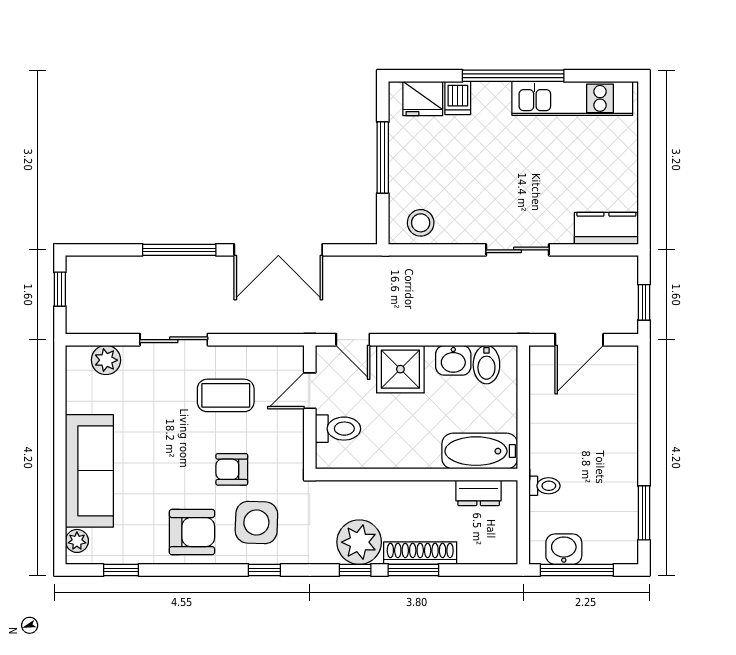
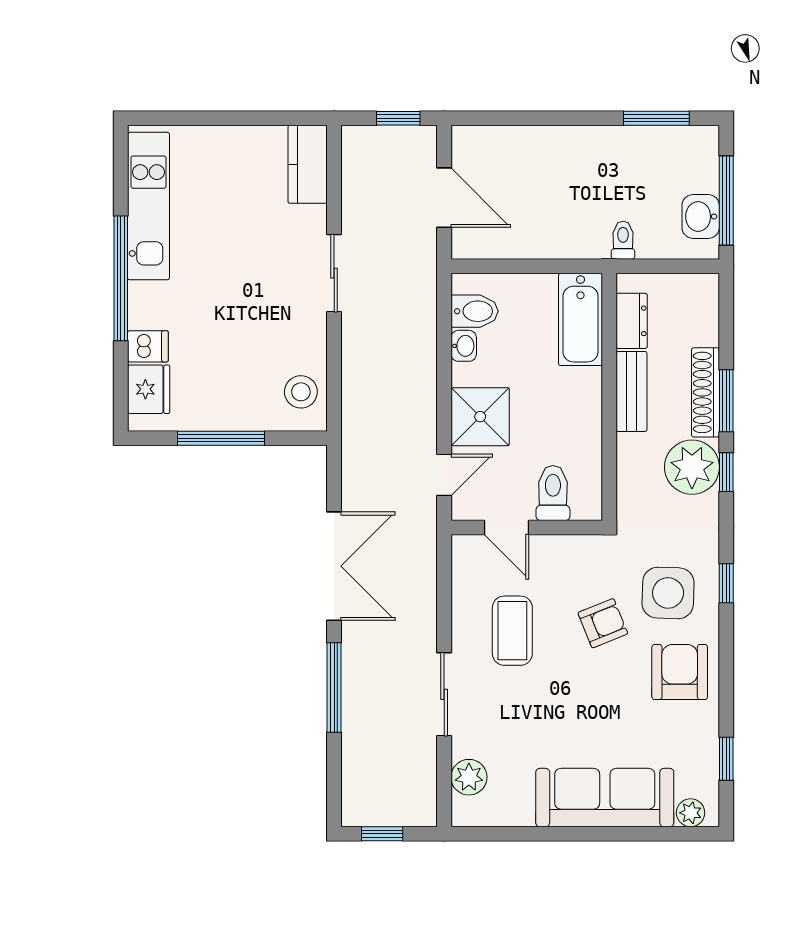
washbasin: (453, 360) -> (464, 346), width x0.72, depth x0.69
armchair: (232, 469) -> (603, 623), turned -112
bench: (421, 493) -> (631, 391), added

